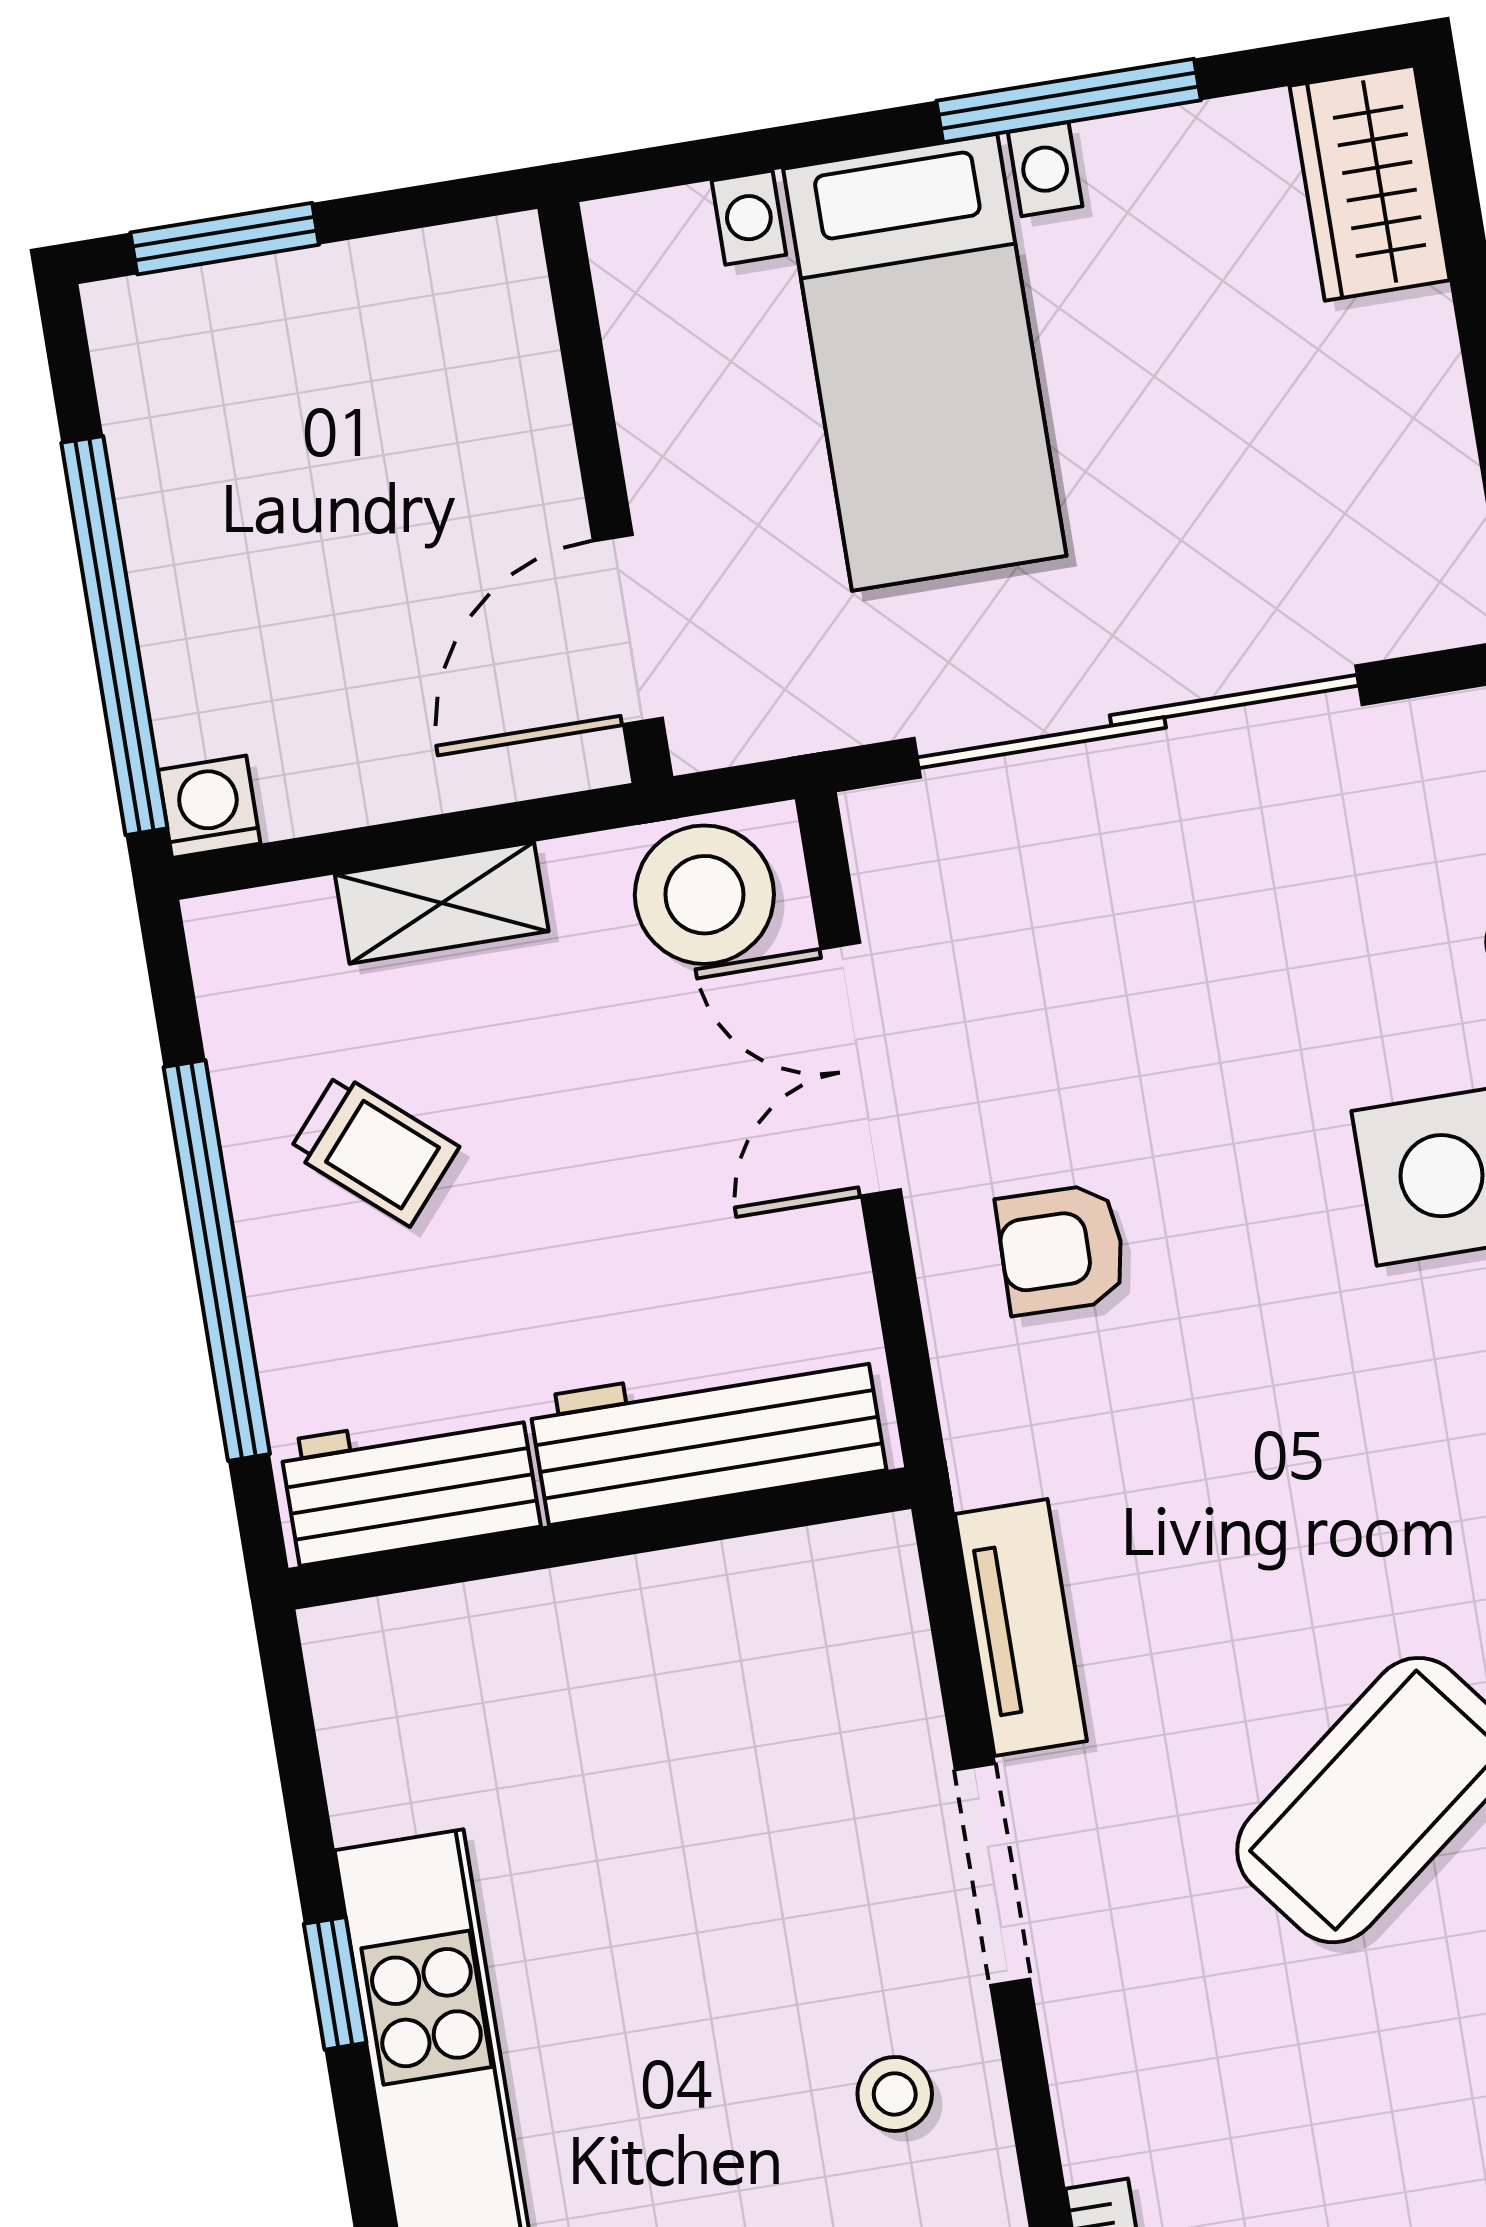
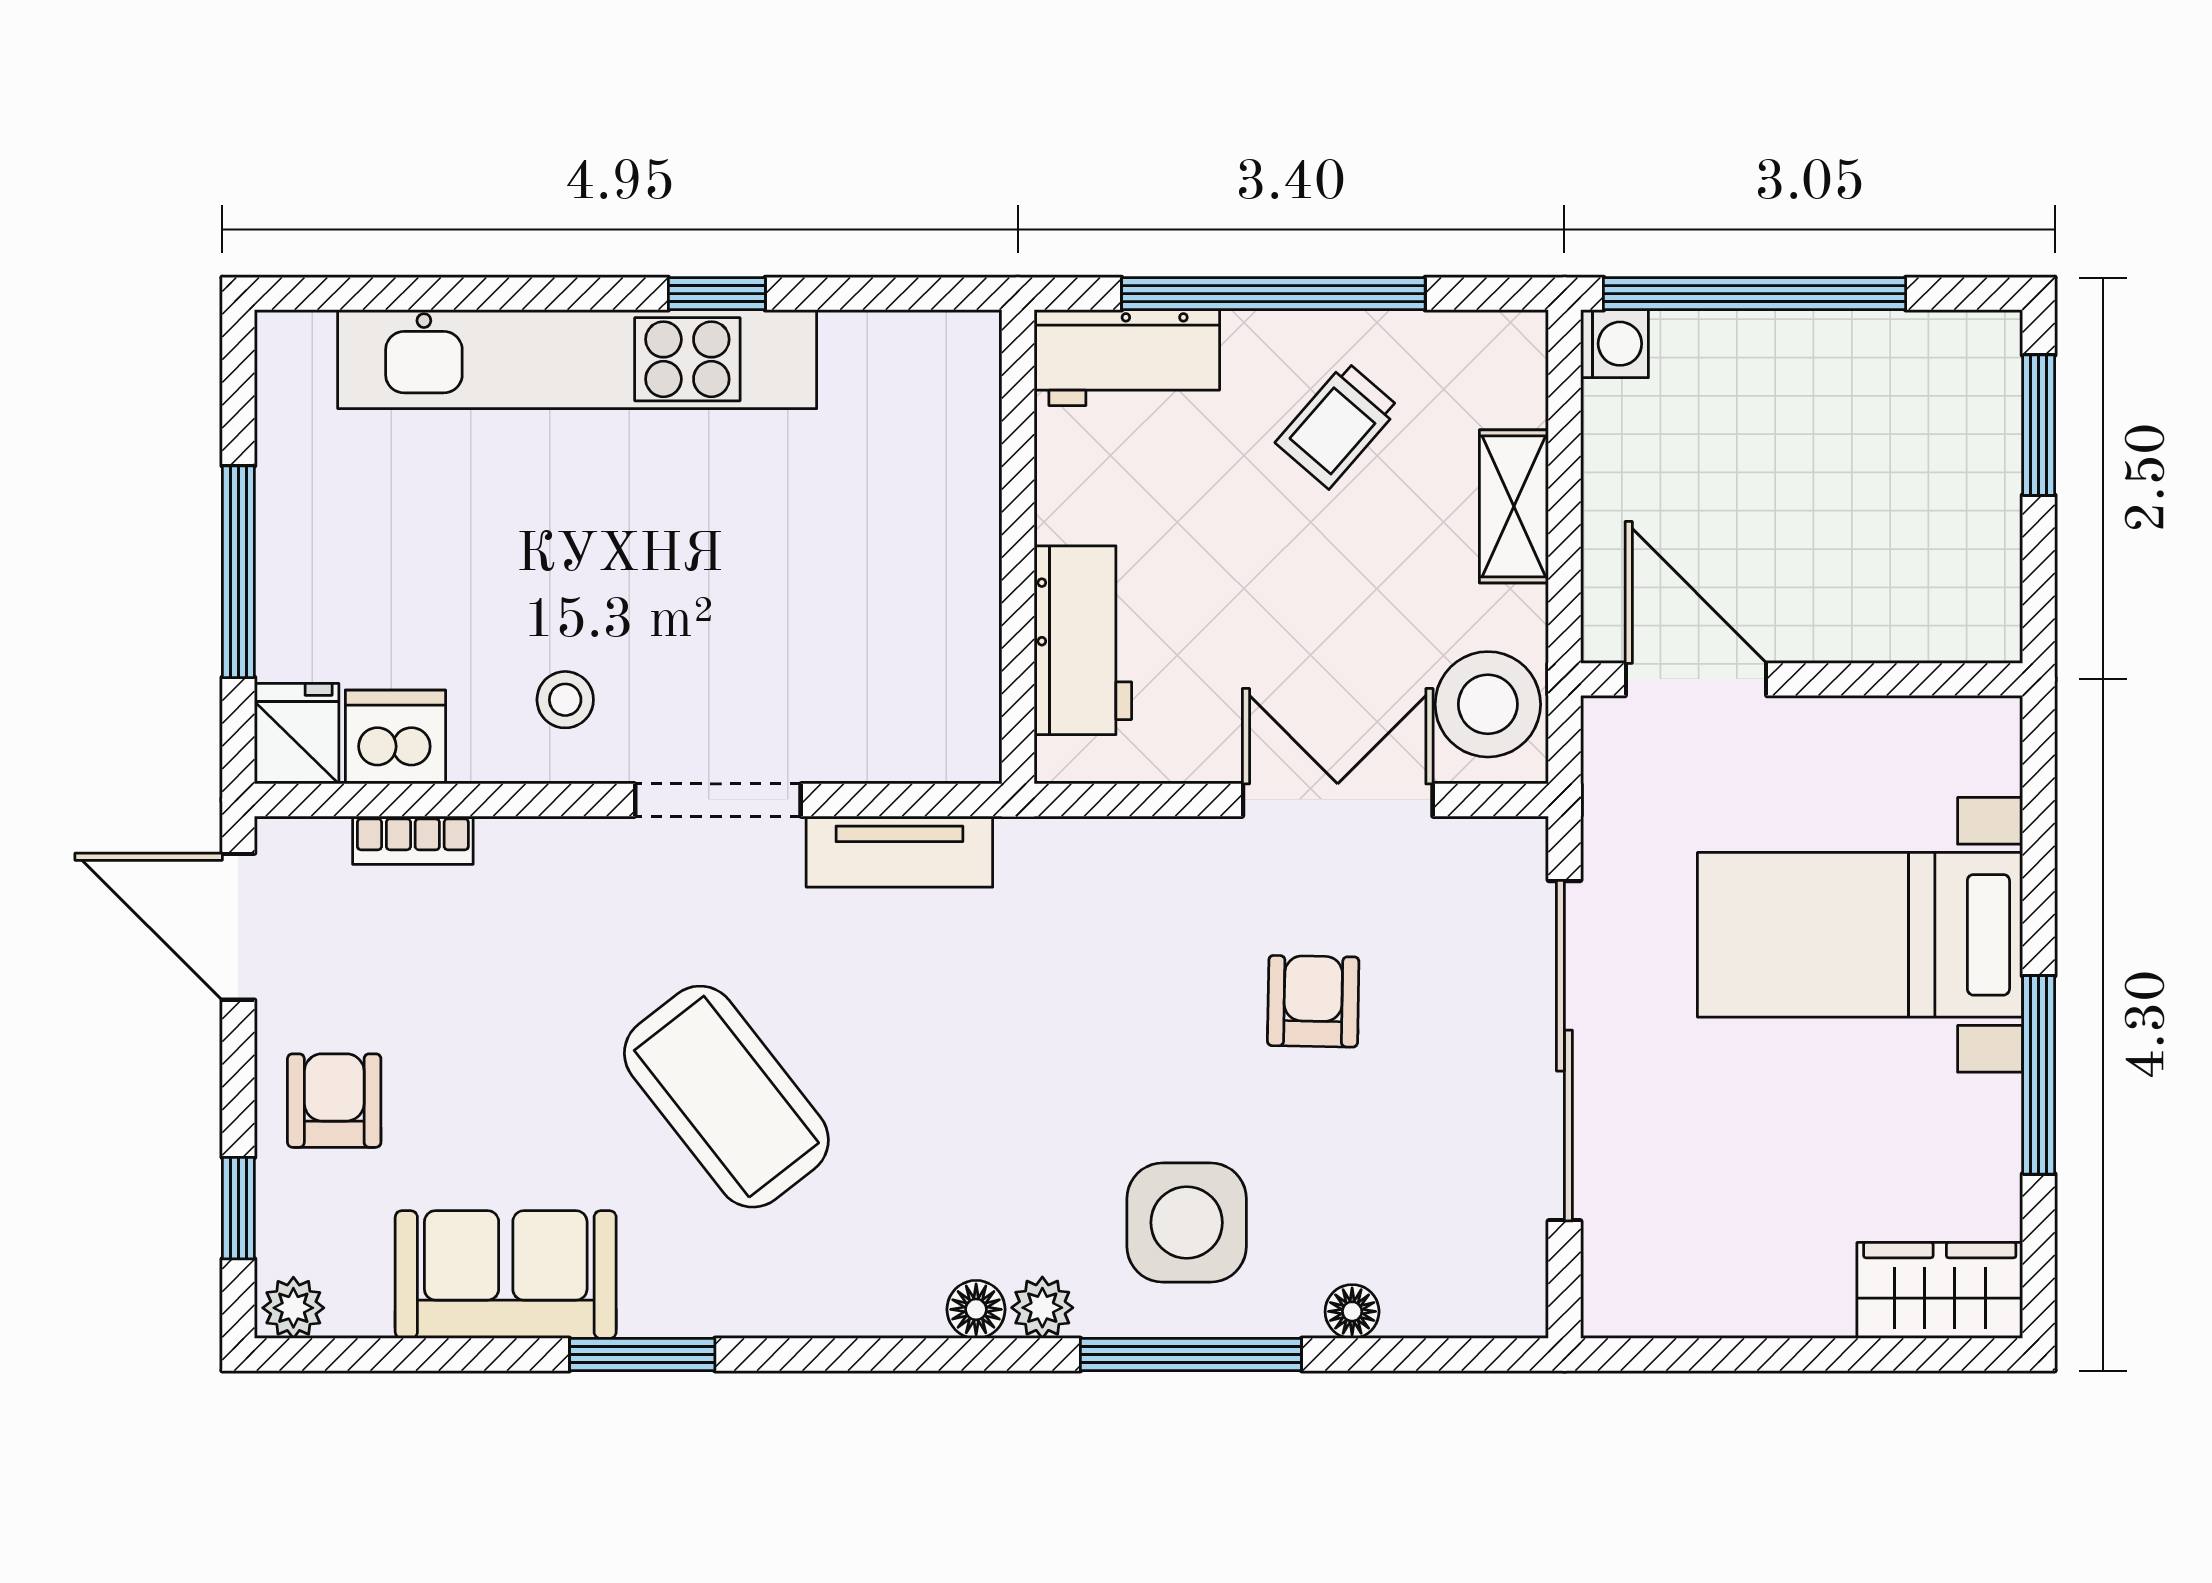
armchair: (1062, 1249) -> (1313, 1001), moved
workbench: (707, 1434) -> (1083, 640), width x0.73
workbench: (410, 1484) -> (1127, 358), moved, turned 90

